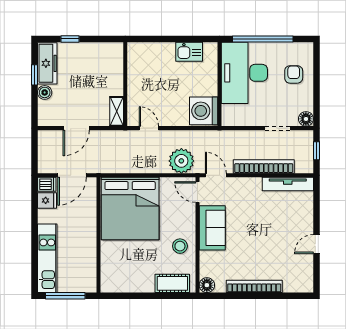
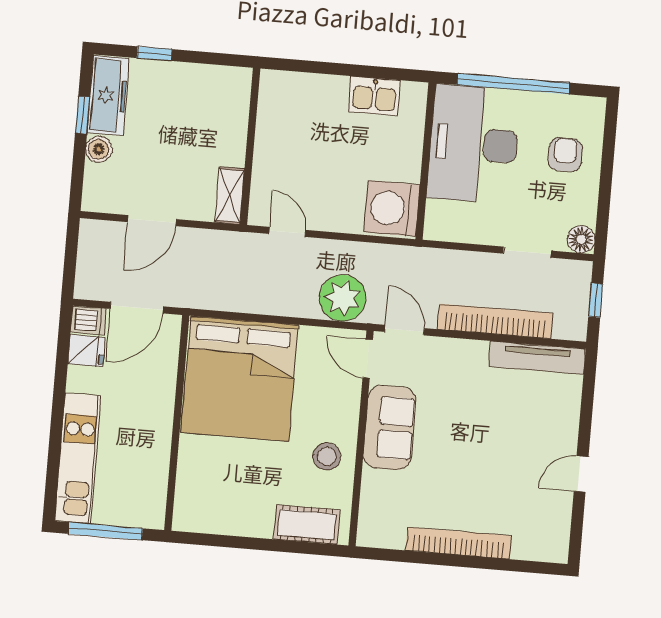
floor lamp: (207, 285) -> (371, 533), removed

